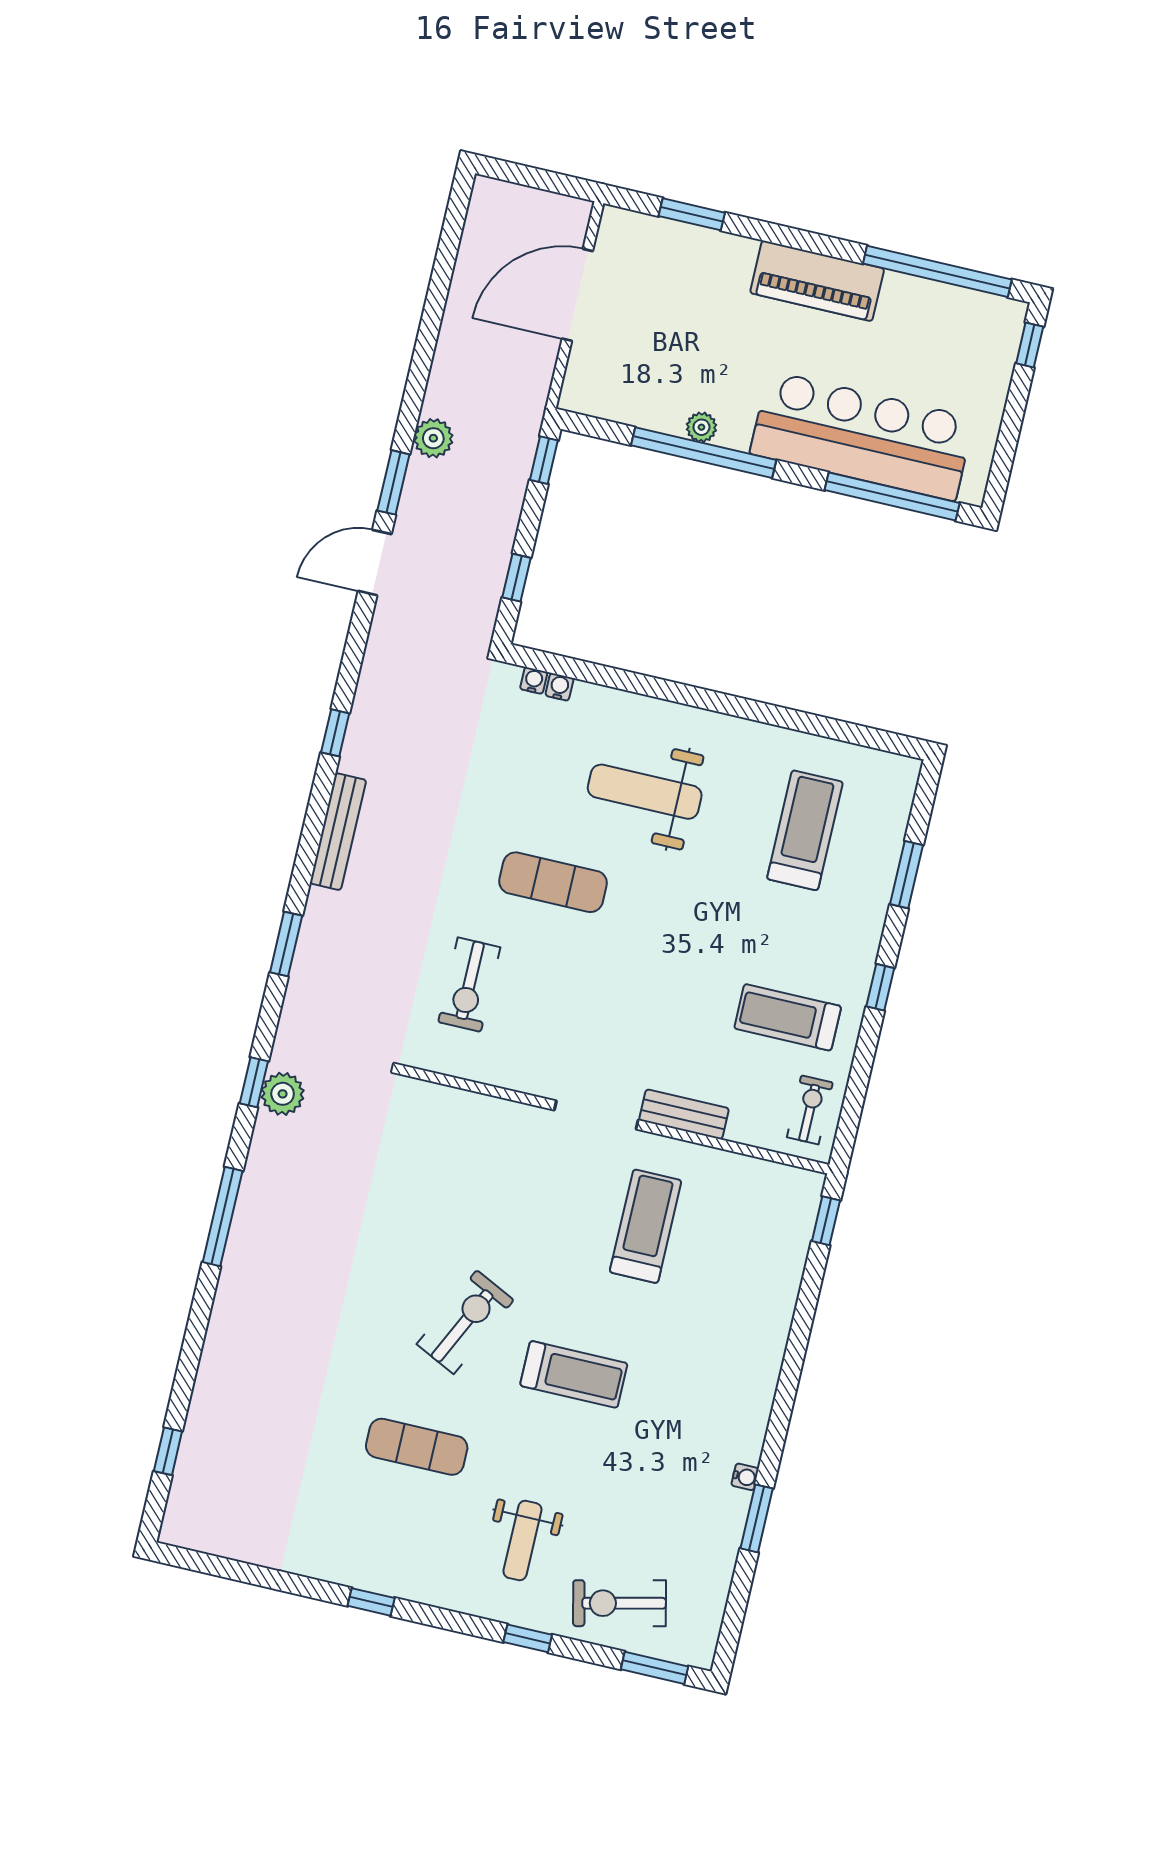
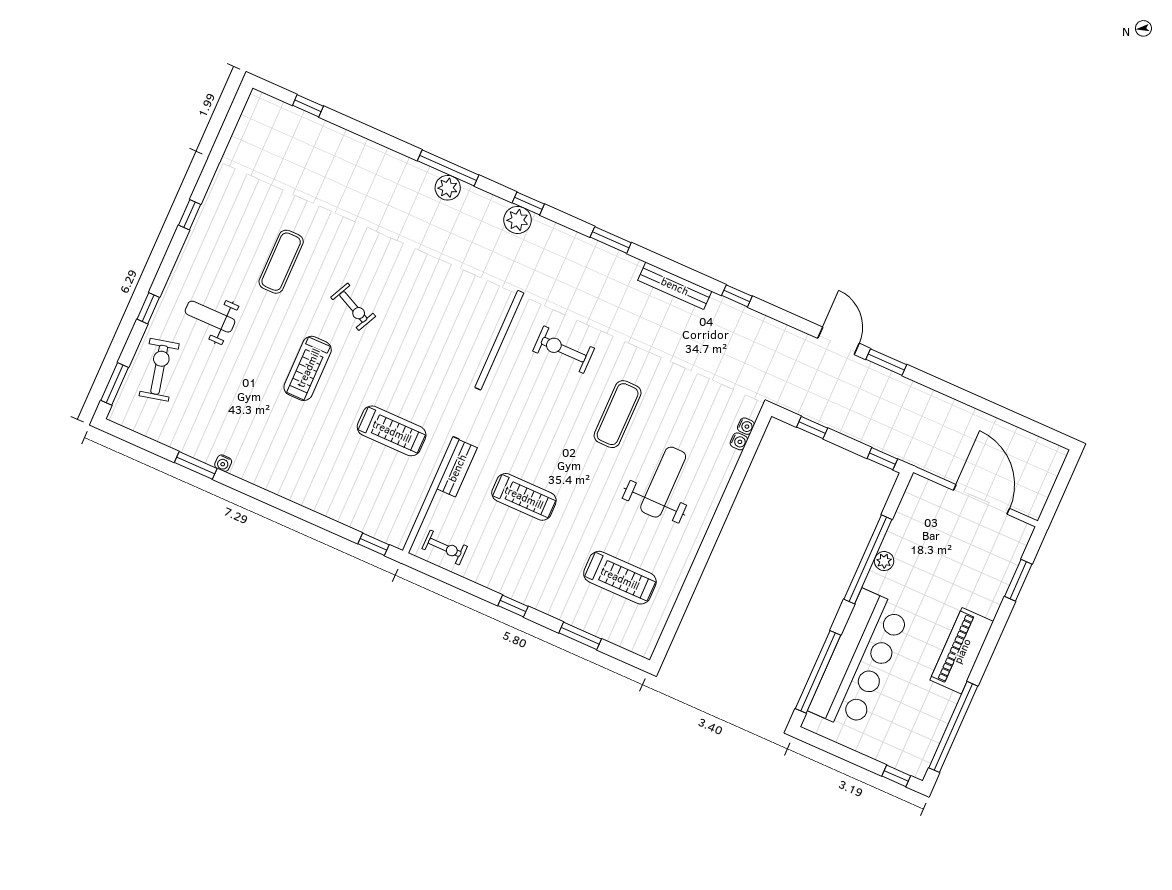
plant: (433, 438) -> (448, 188), moved
treadmill: (788, 1017) -> (524, 497), moved, turned 90
exercise bike: (465, 1322) -> (353, 307), width x0.73, depth x0.72

